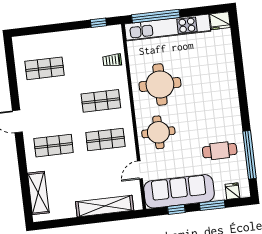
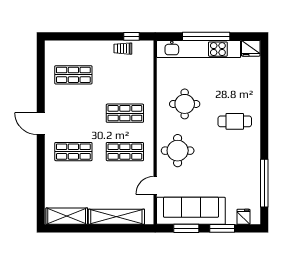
window: (156, 16) -> (206, 36), moved
trolley: (112, 60) -> (123, 49), moved
round table: (160, 85) -> (185, 104), width x0.73, depth x0.73
cafe table: (220, 151) -> (235, 121), moved
shelving: (38, 193) -> (67, 216), moved, turned 90
window: (176, 210) -> (186, 228), width x1.50

